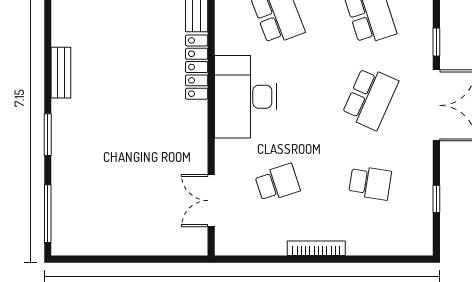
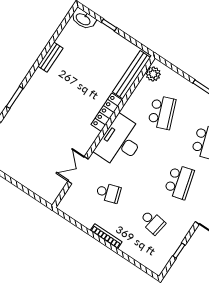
bench: (61, 73) -> (50, 57), moved
school desk: (370, 98) -> (179, 182), turned -39
double door: (211, 201) -> (78, 170), moved

